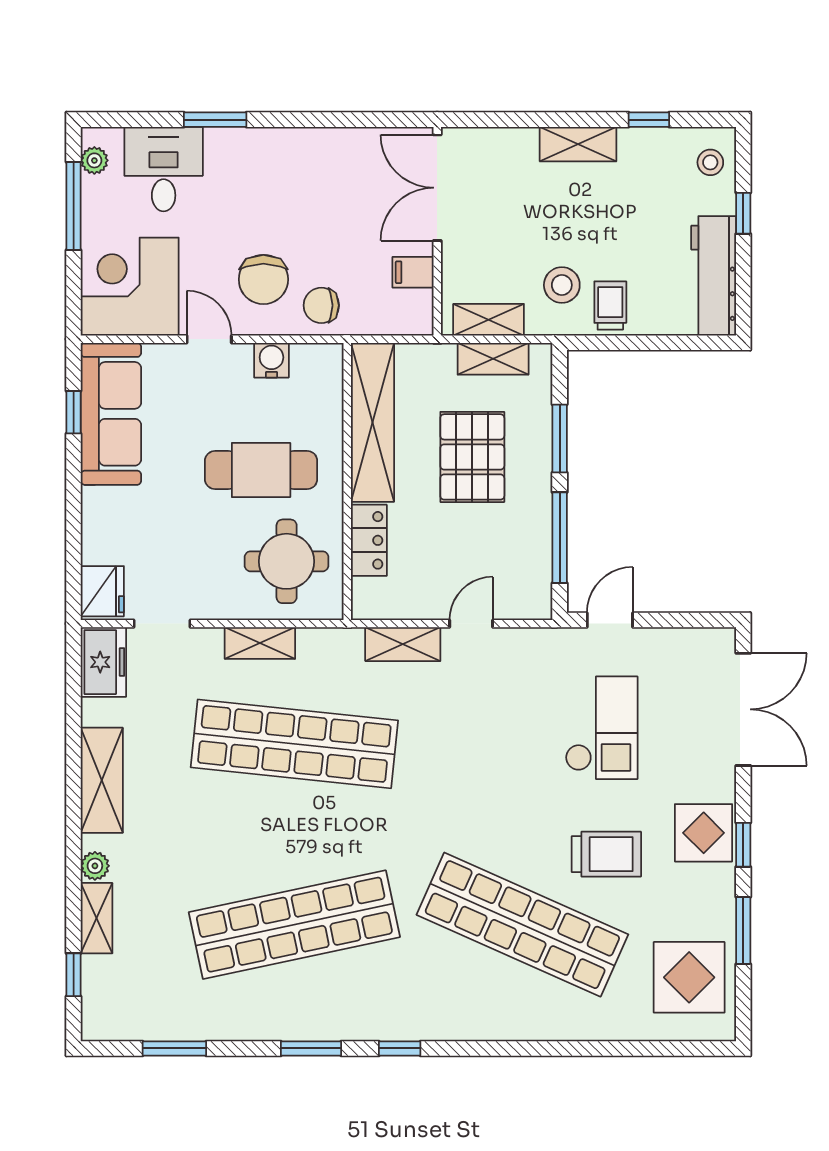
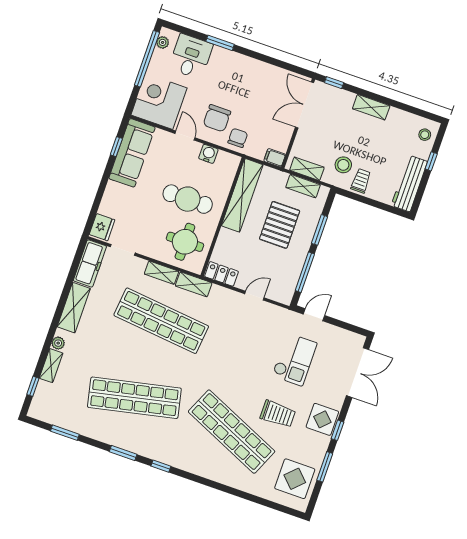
window: (649, 120) -> (334, 83), moved
window: (74, 206) -> (147, 59), width x1.46
filing cabinet: (413, 272) -> (275, 158), moved
chair: (321, 305) -> (238, 138), turned 90
locker: (369, 540) -> (221, 274), moved, turned -90
shelving: (403, 644) -> (194, 284), moved
freezer: (103, 662) -> (90, 263), width x1.40

